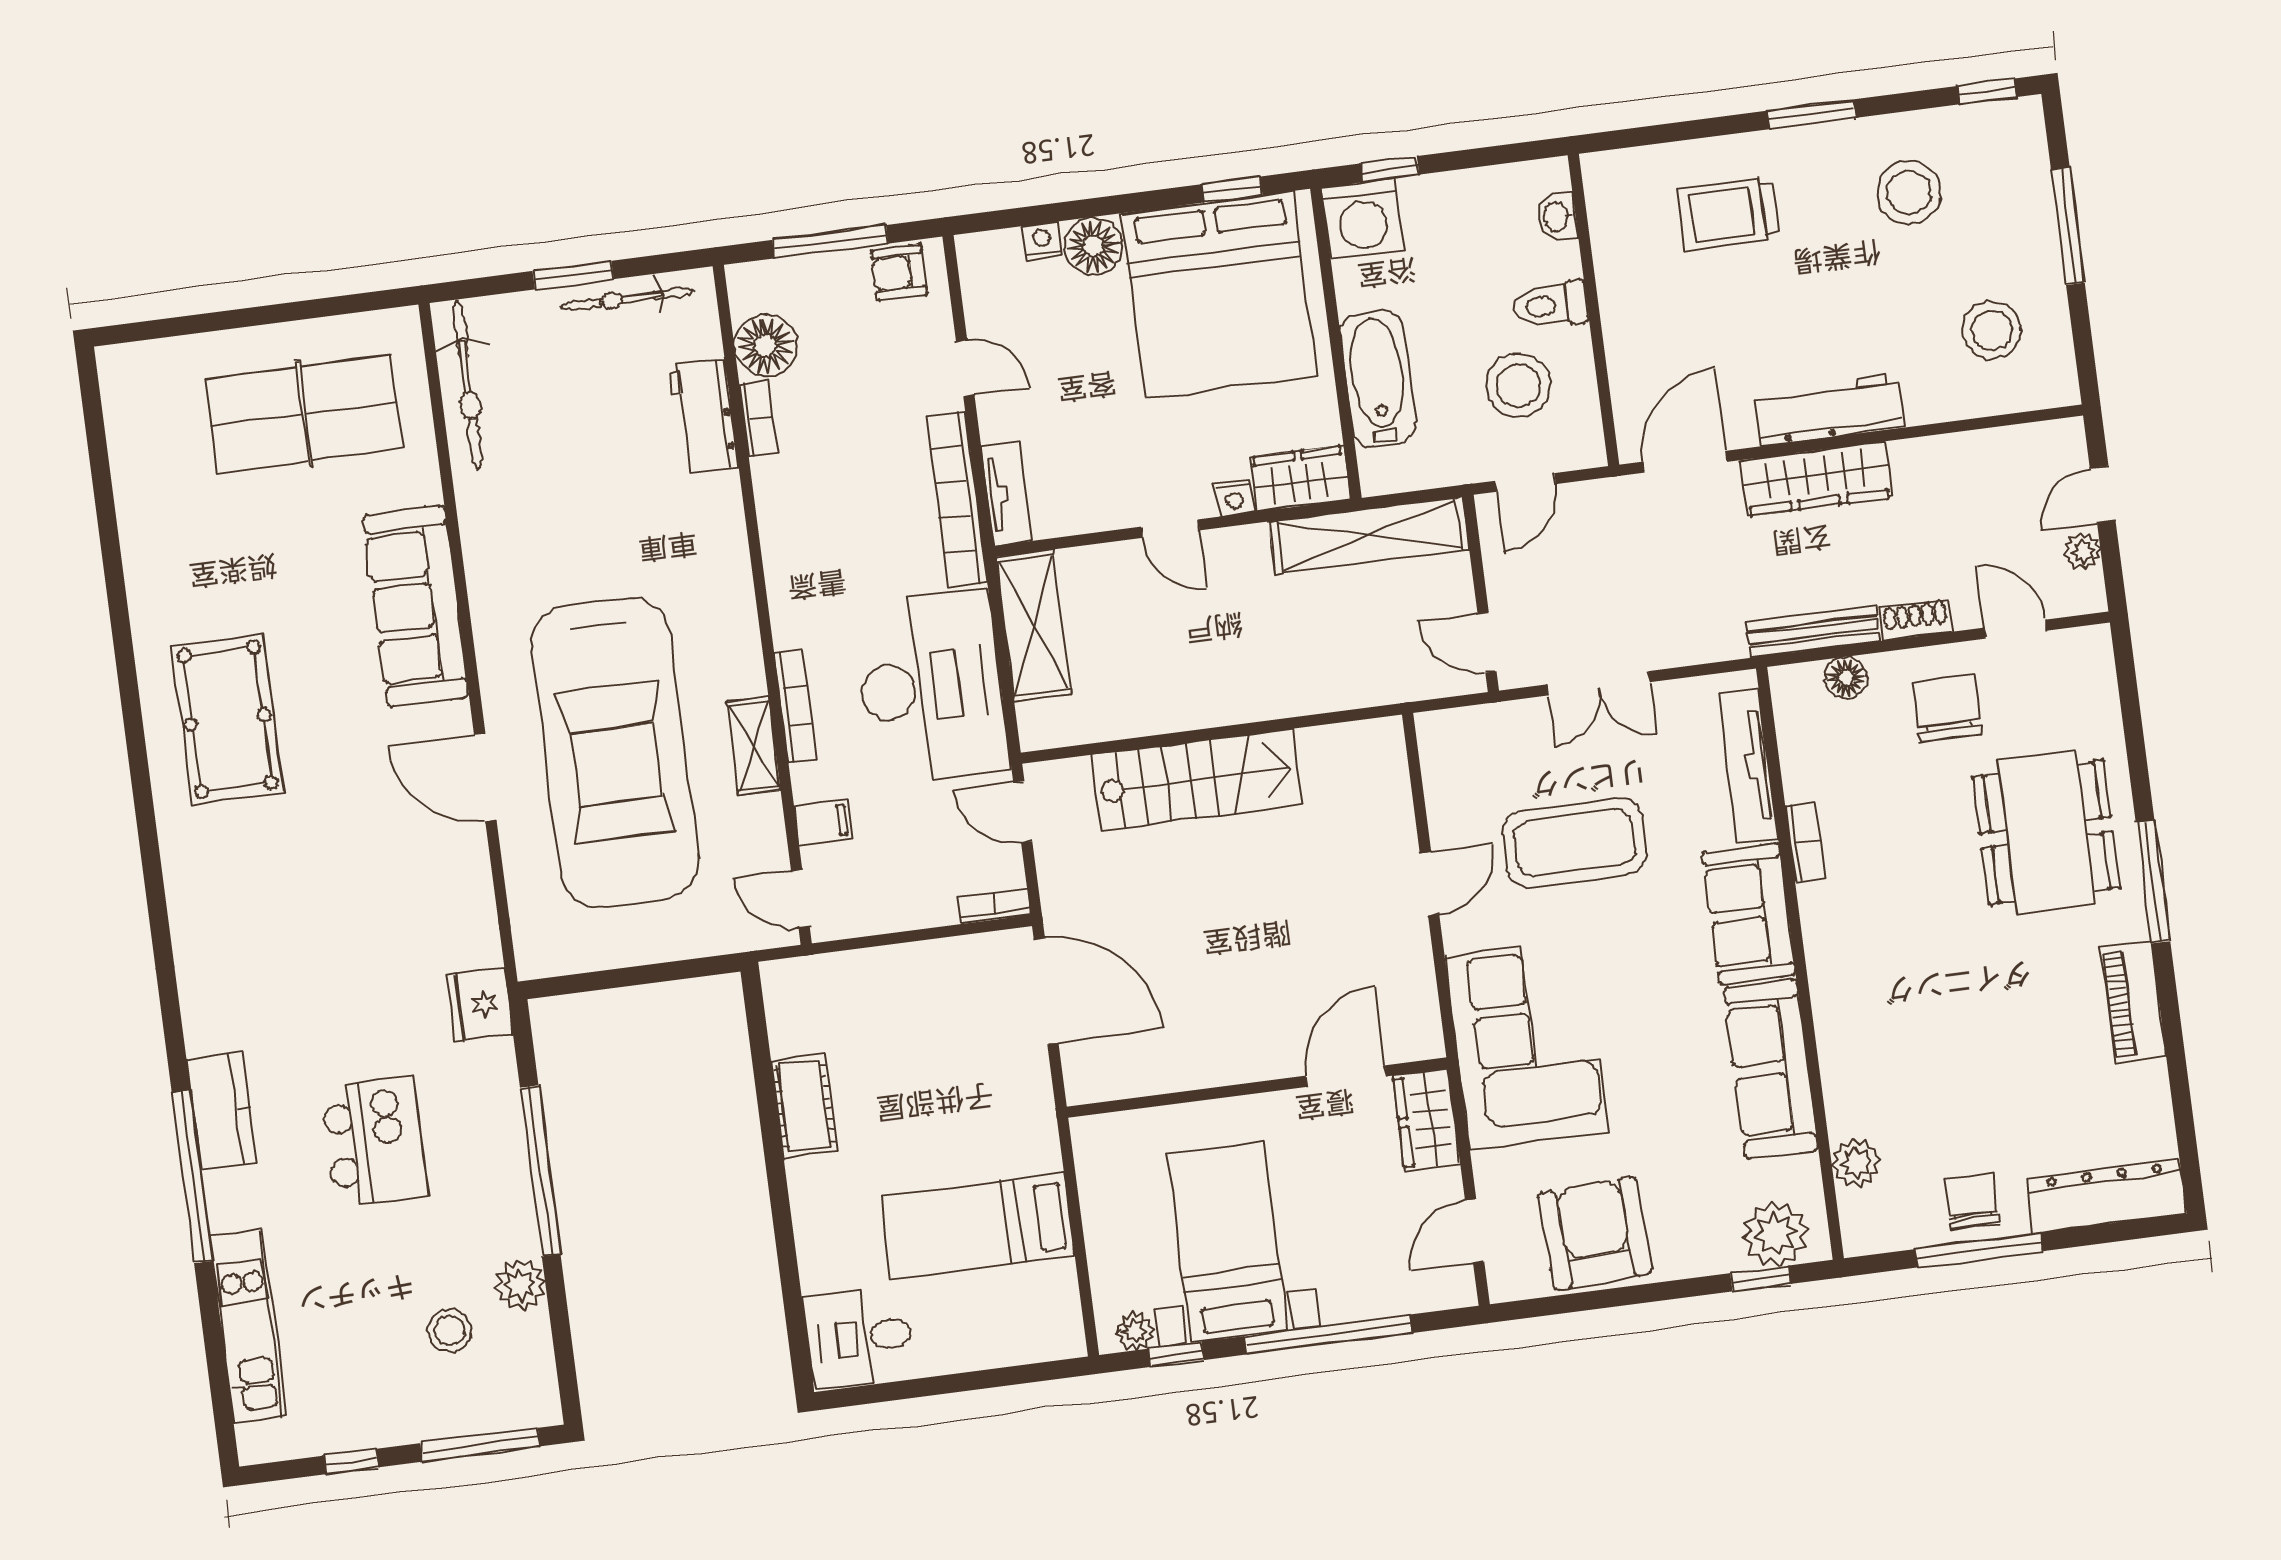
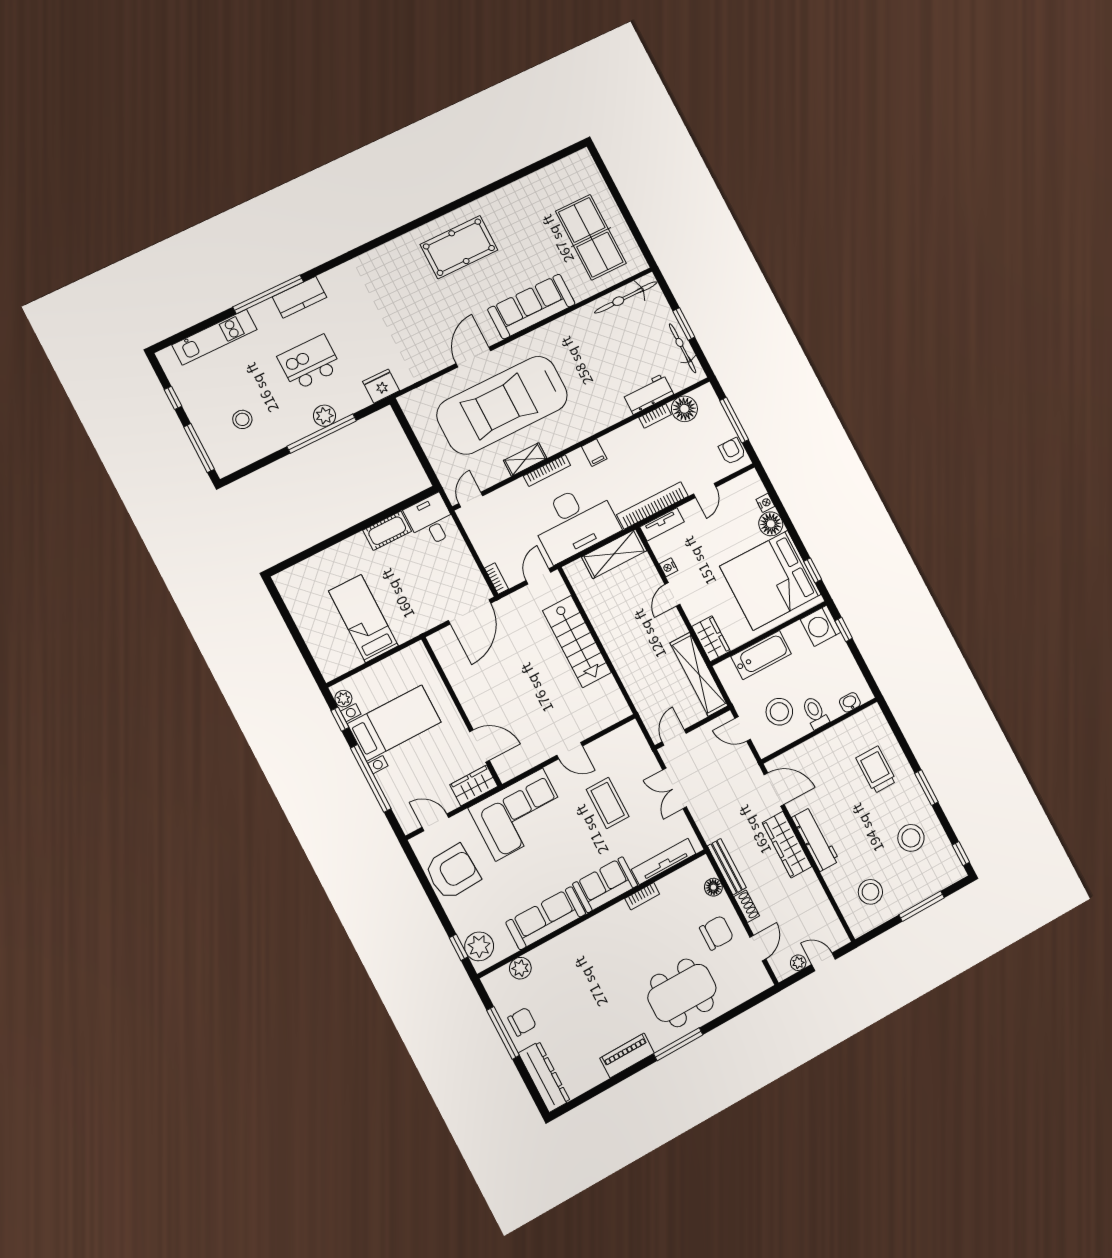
nightstand: (1234, 498) -> (668, 567), moved
filing cabinet: (823, 823) -> (594, 453), moved
coffee table: (1574, 843) -> (608, 803), width x0.73, depth x0.76
kitchen island: (374, 1142) -> (309, 363), turned 180
plant: (520, 1285) -> (324, 416), moved
desk: (859, 1338) -> (431, 520), moved

